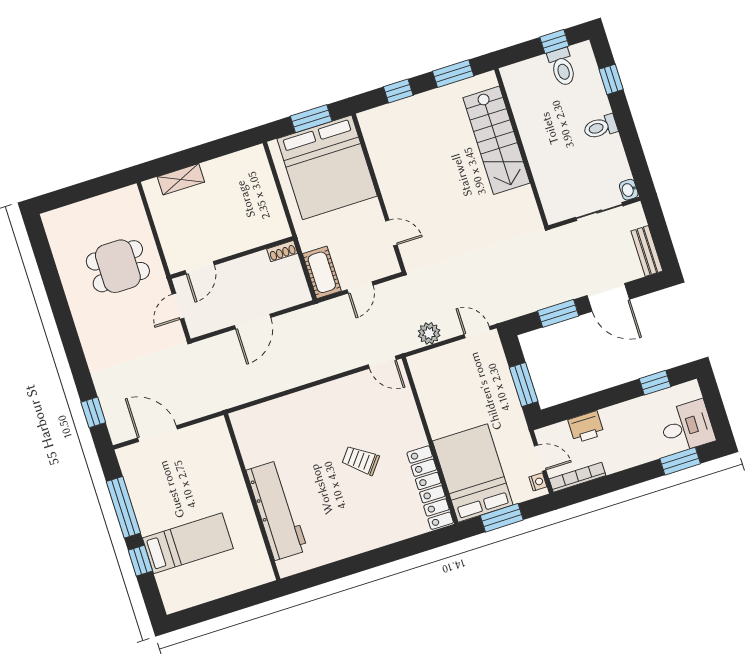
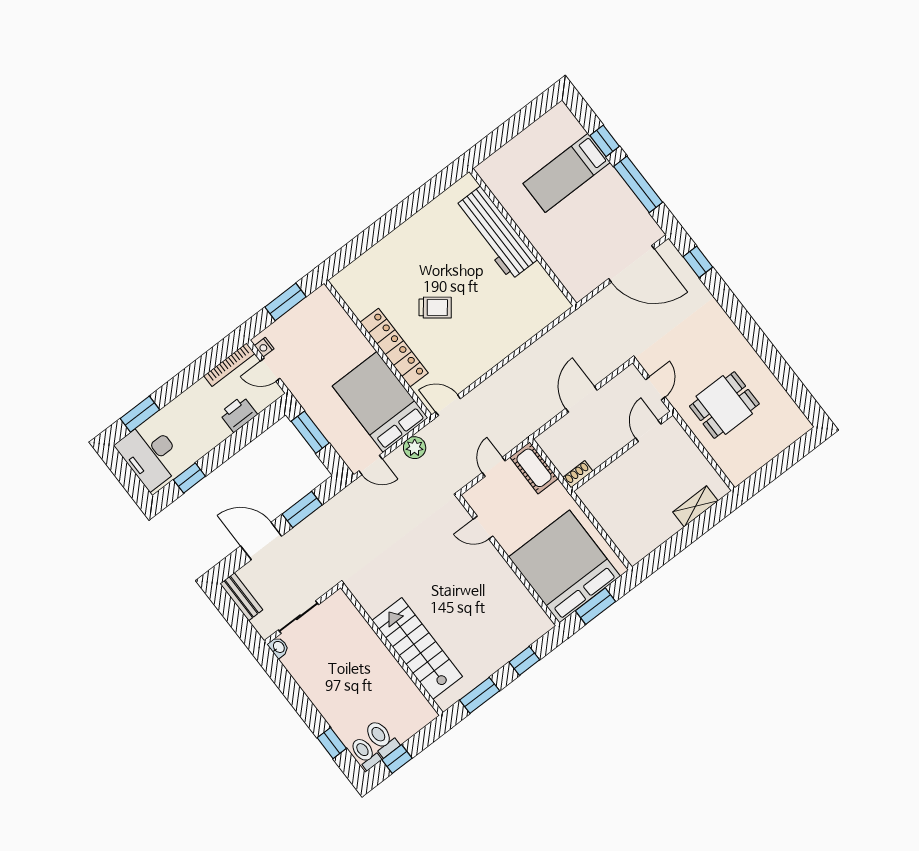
toilet: (600, 127) -> (365, 753), moved, turned -90
desk: (687, 427) -> (150, 455), width x1.37
door: (158, 434) -> (632, 264), width x1.36
bed: (473, 473) -> (380, 402), moved, turned 180
locker: (430, 488) -> (394, 348), moved

